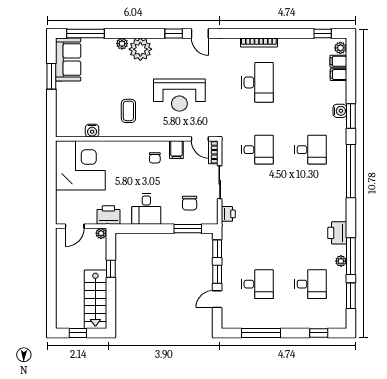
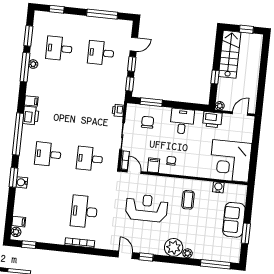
sofa: (68, 60) -> (234, 220), moved
filing cabinet: (338, 75) -> (31, 101), moved
printer: (337, 233) -> (31, 116), moved

